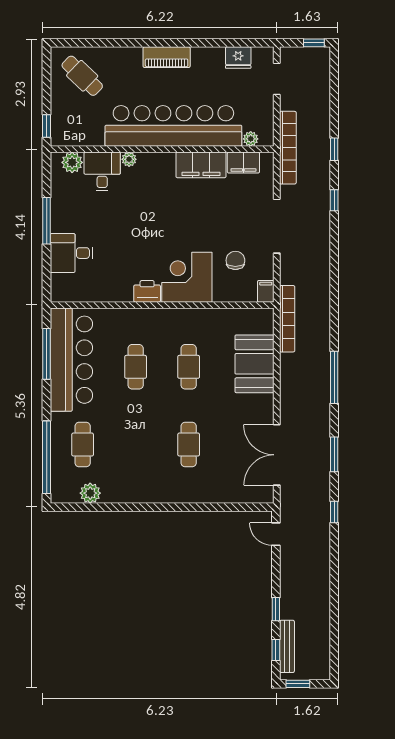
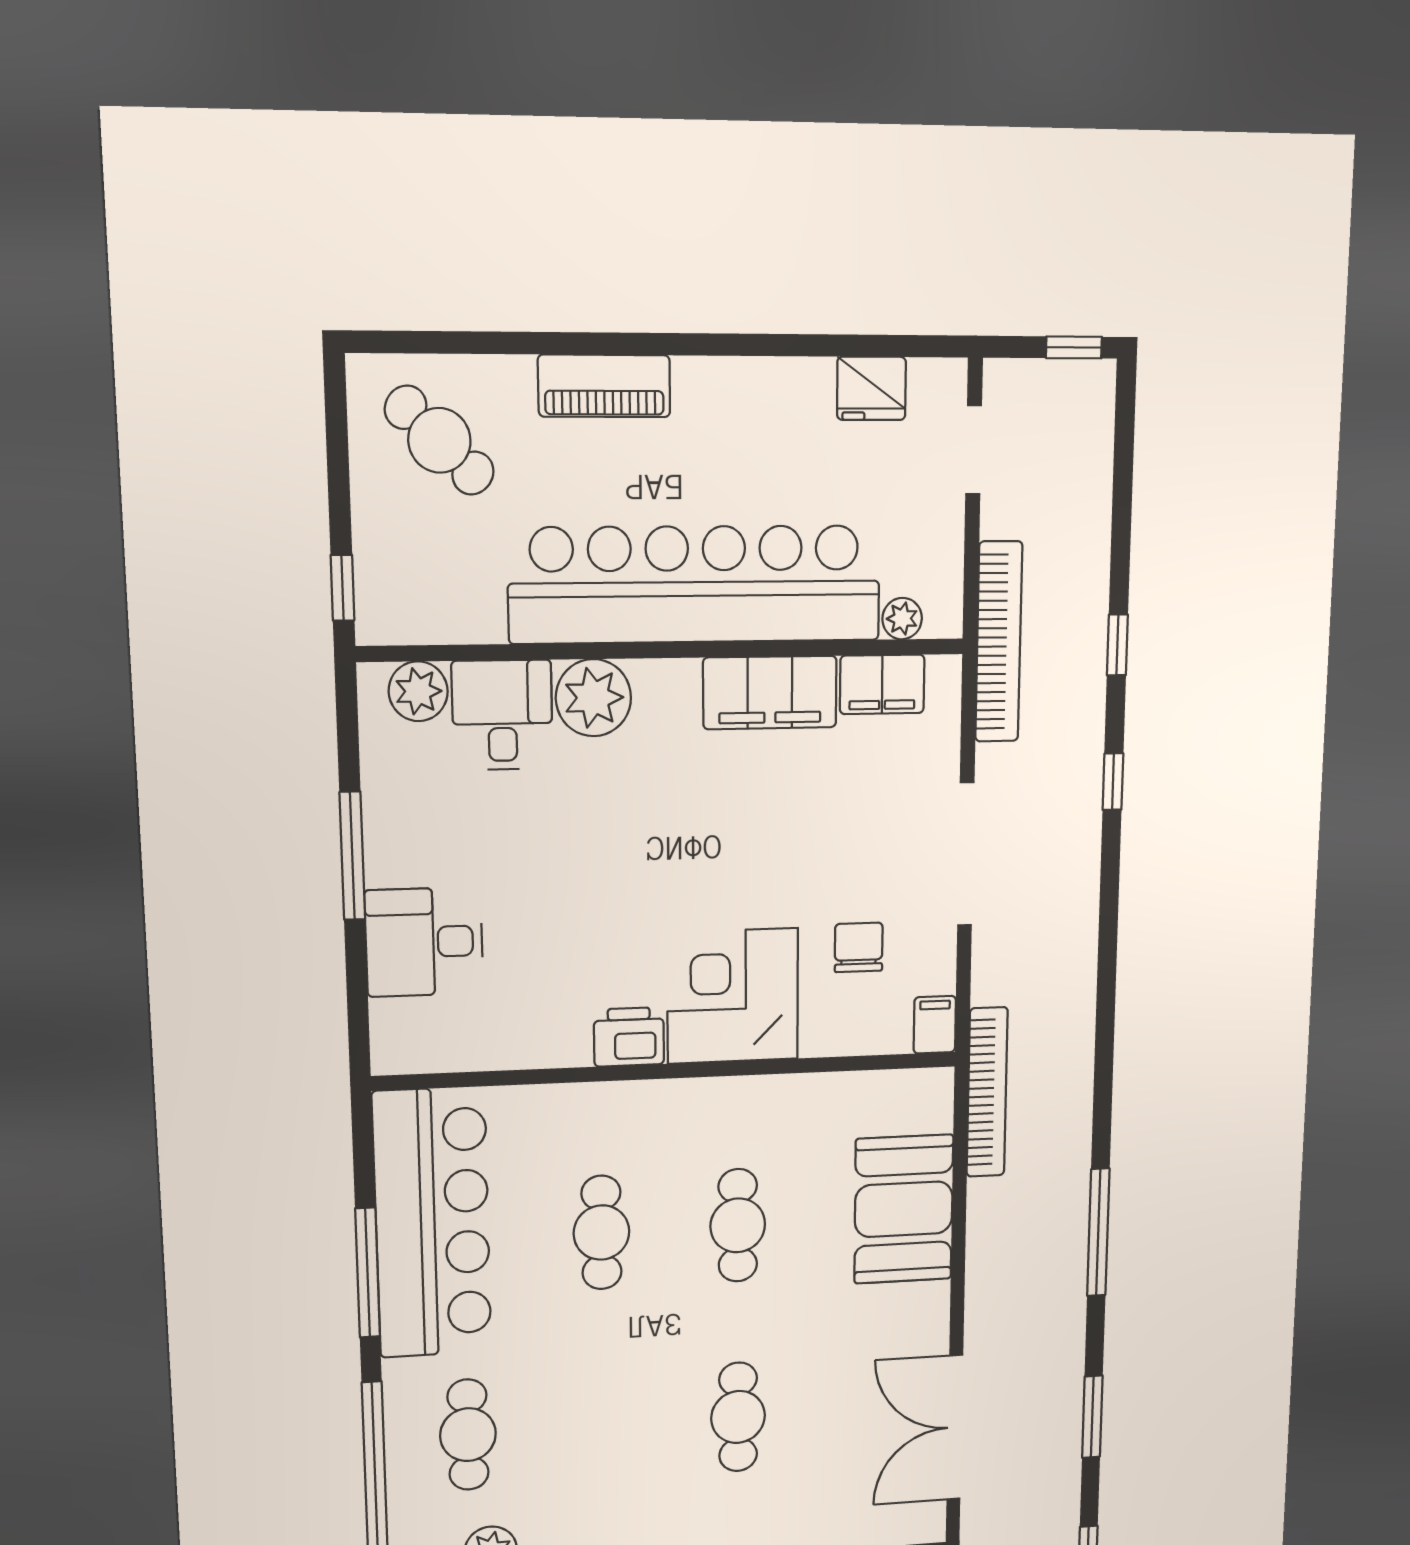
piano: (167, 57) -> (604, 386), moved
plant: (129, 159) -> (593, 698), width x1.88, depth x1.88
window: (47, 354) -> (368, 1273), moved

